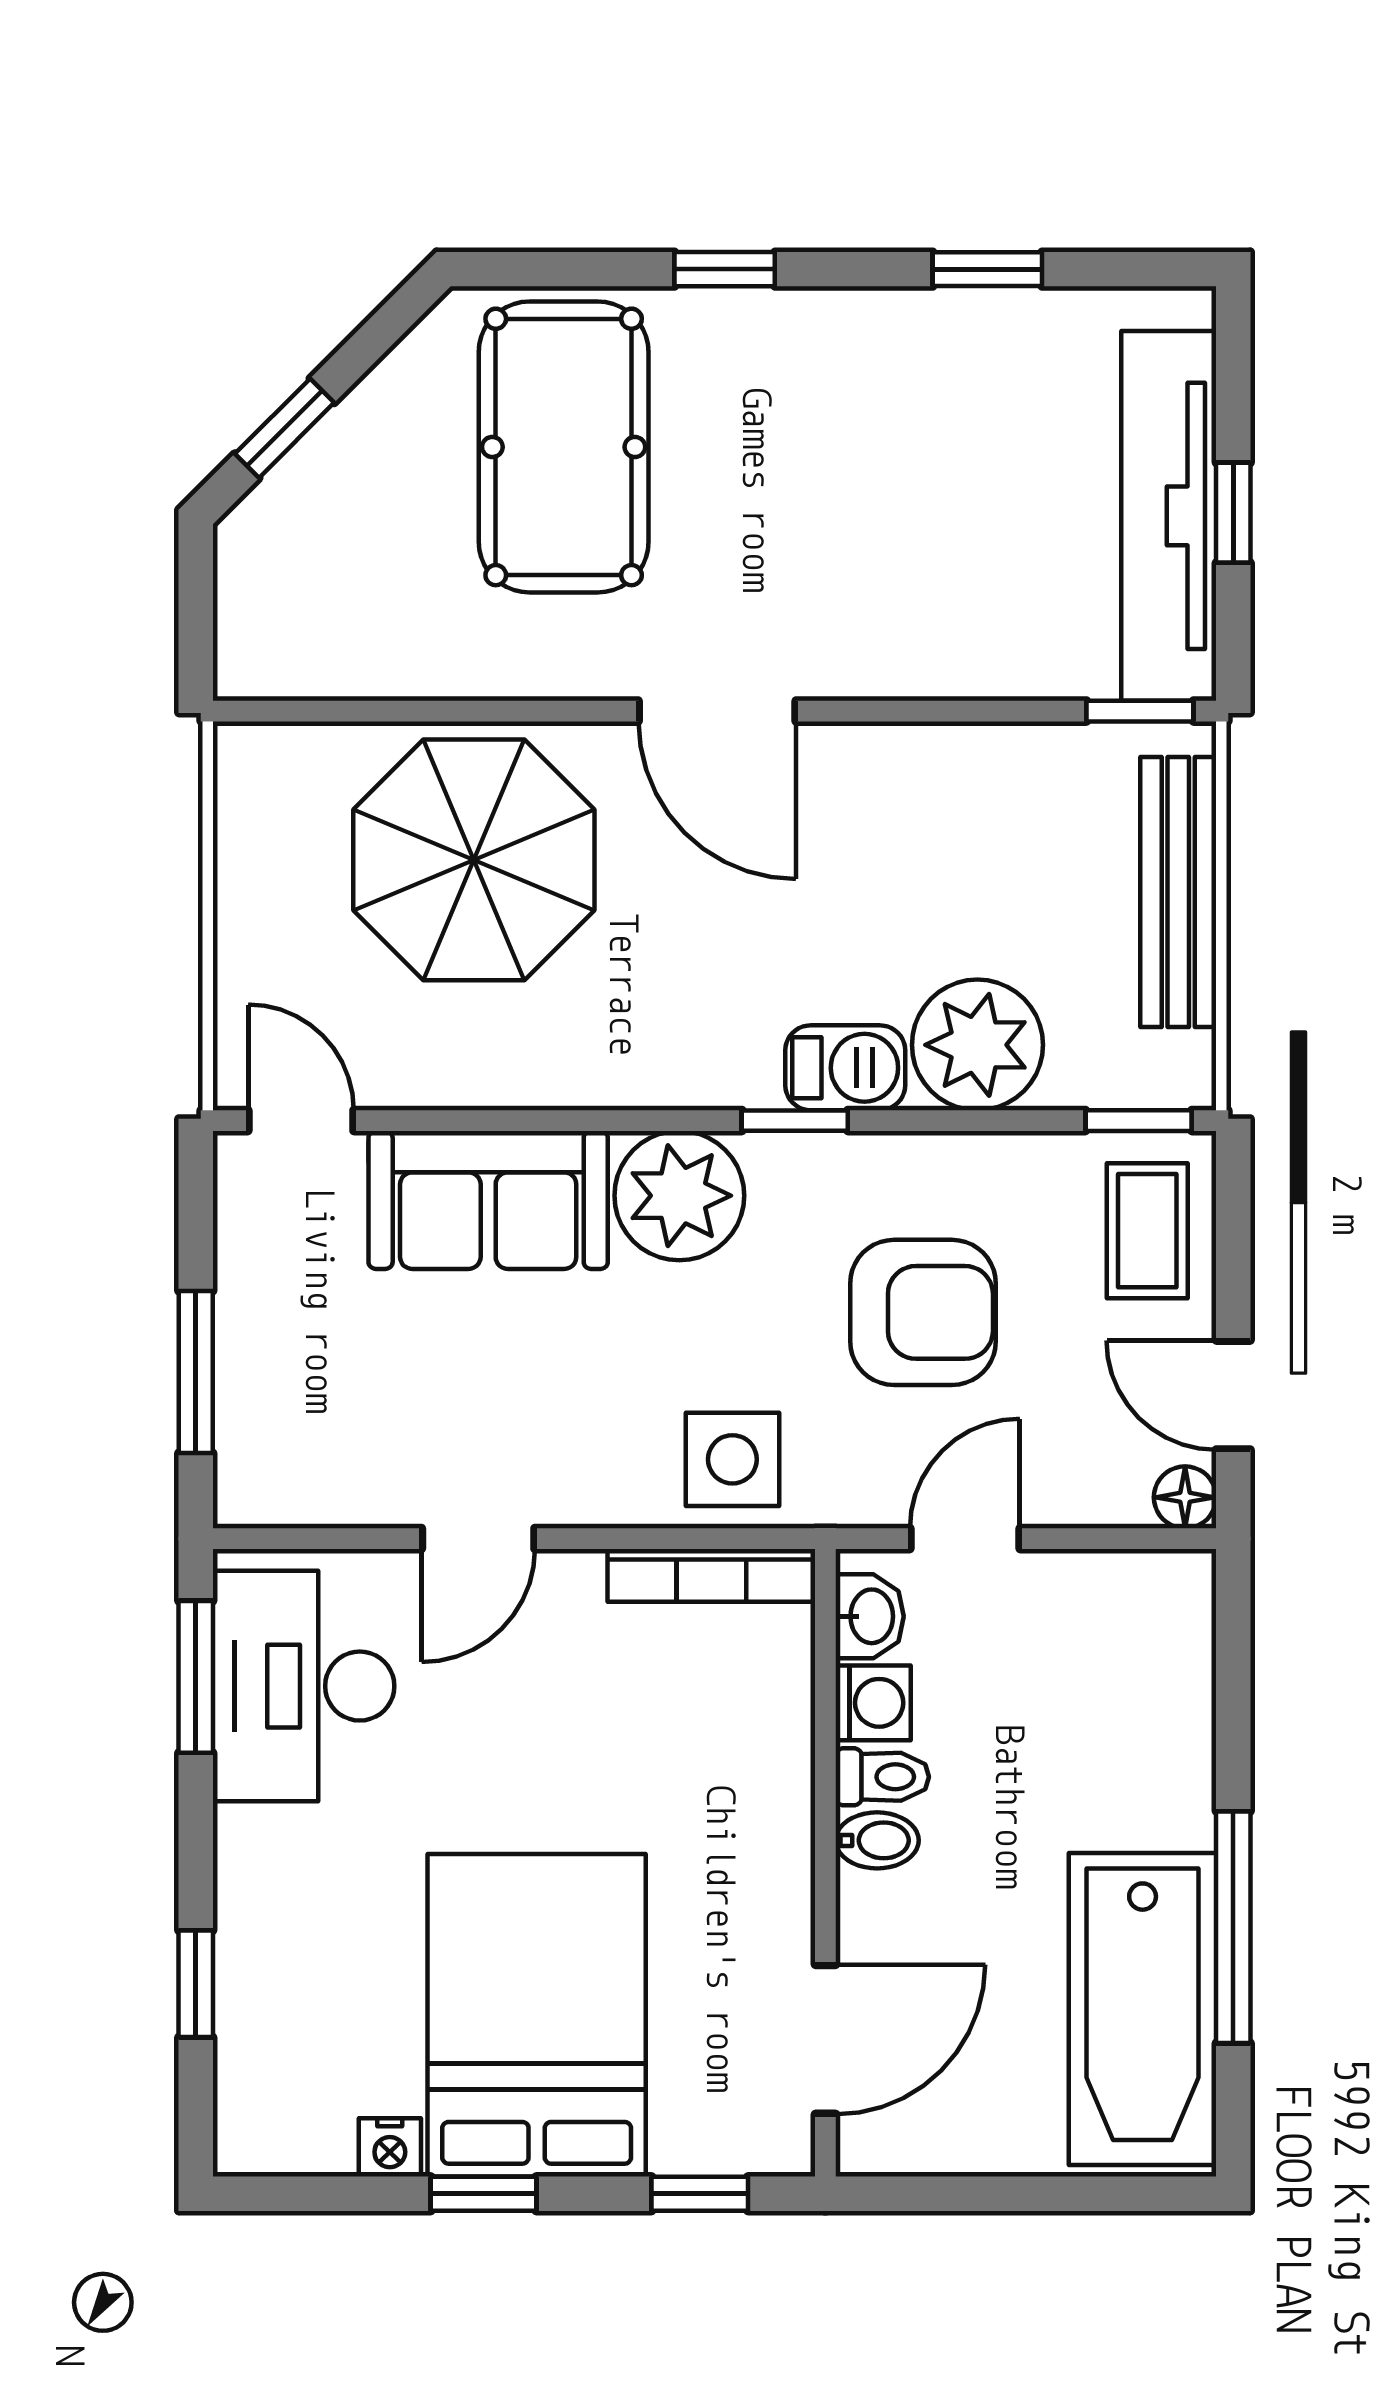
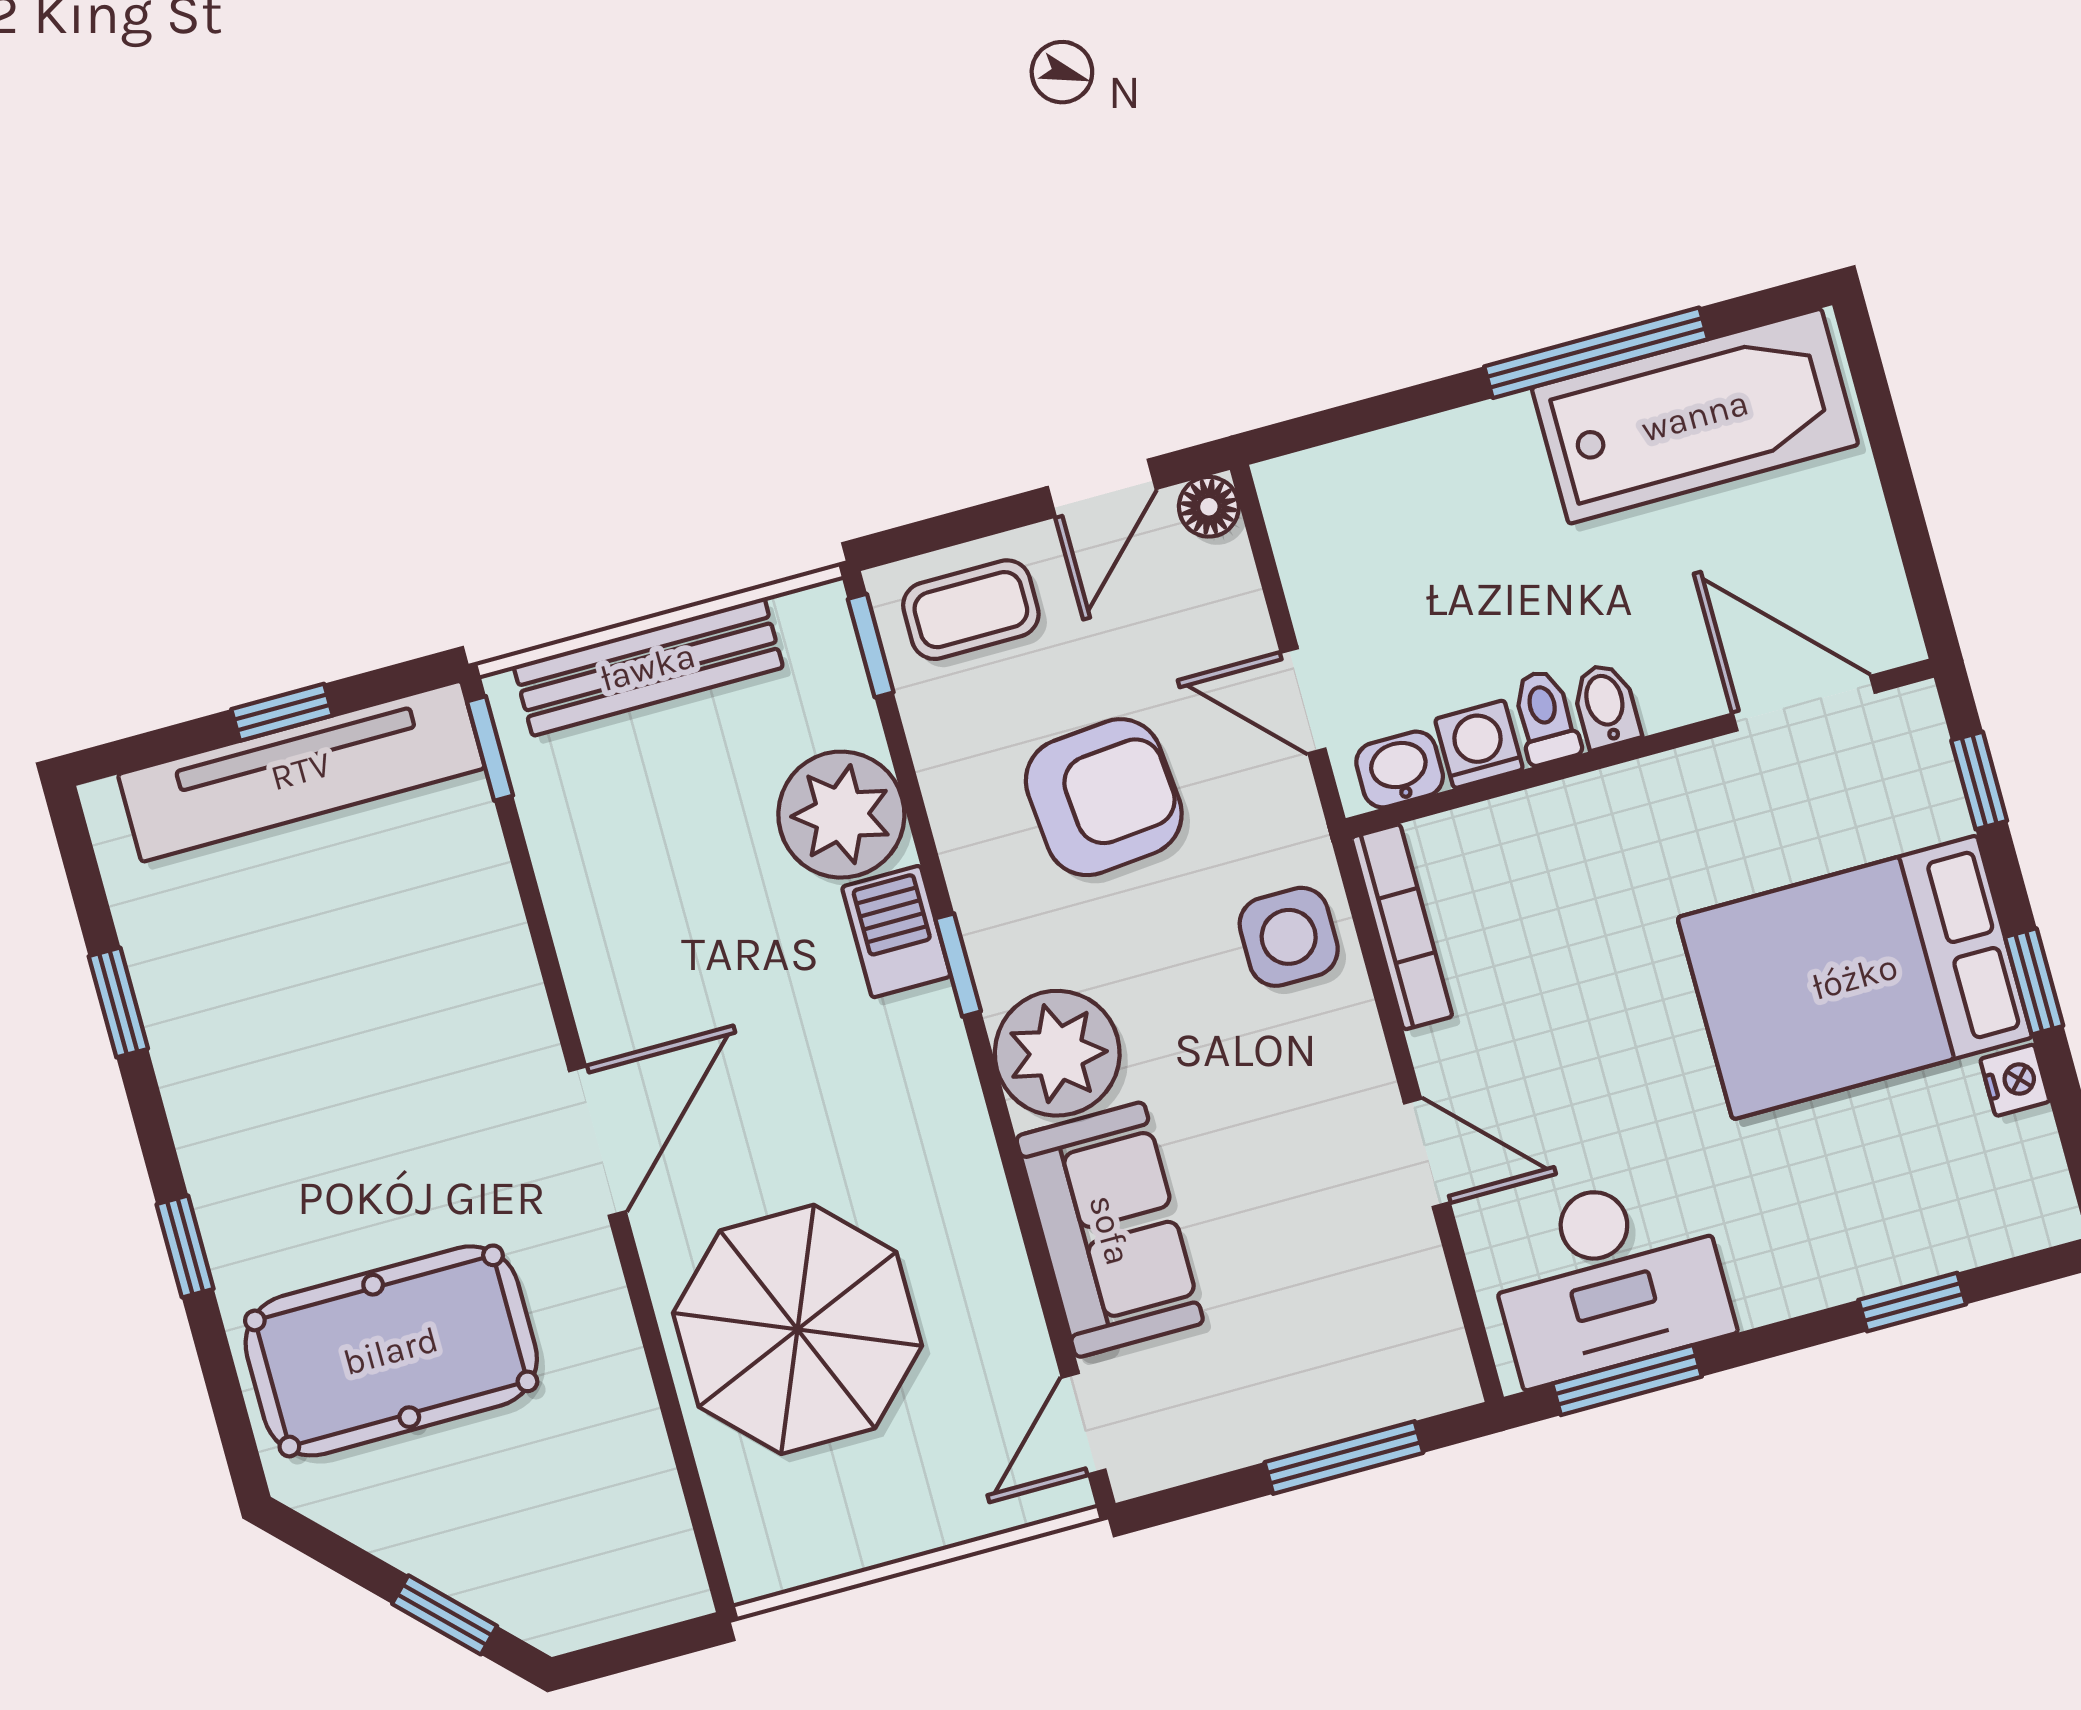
armchair: (923, 1312) -> (1104, 797), turned 85

